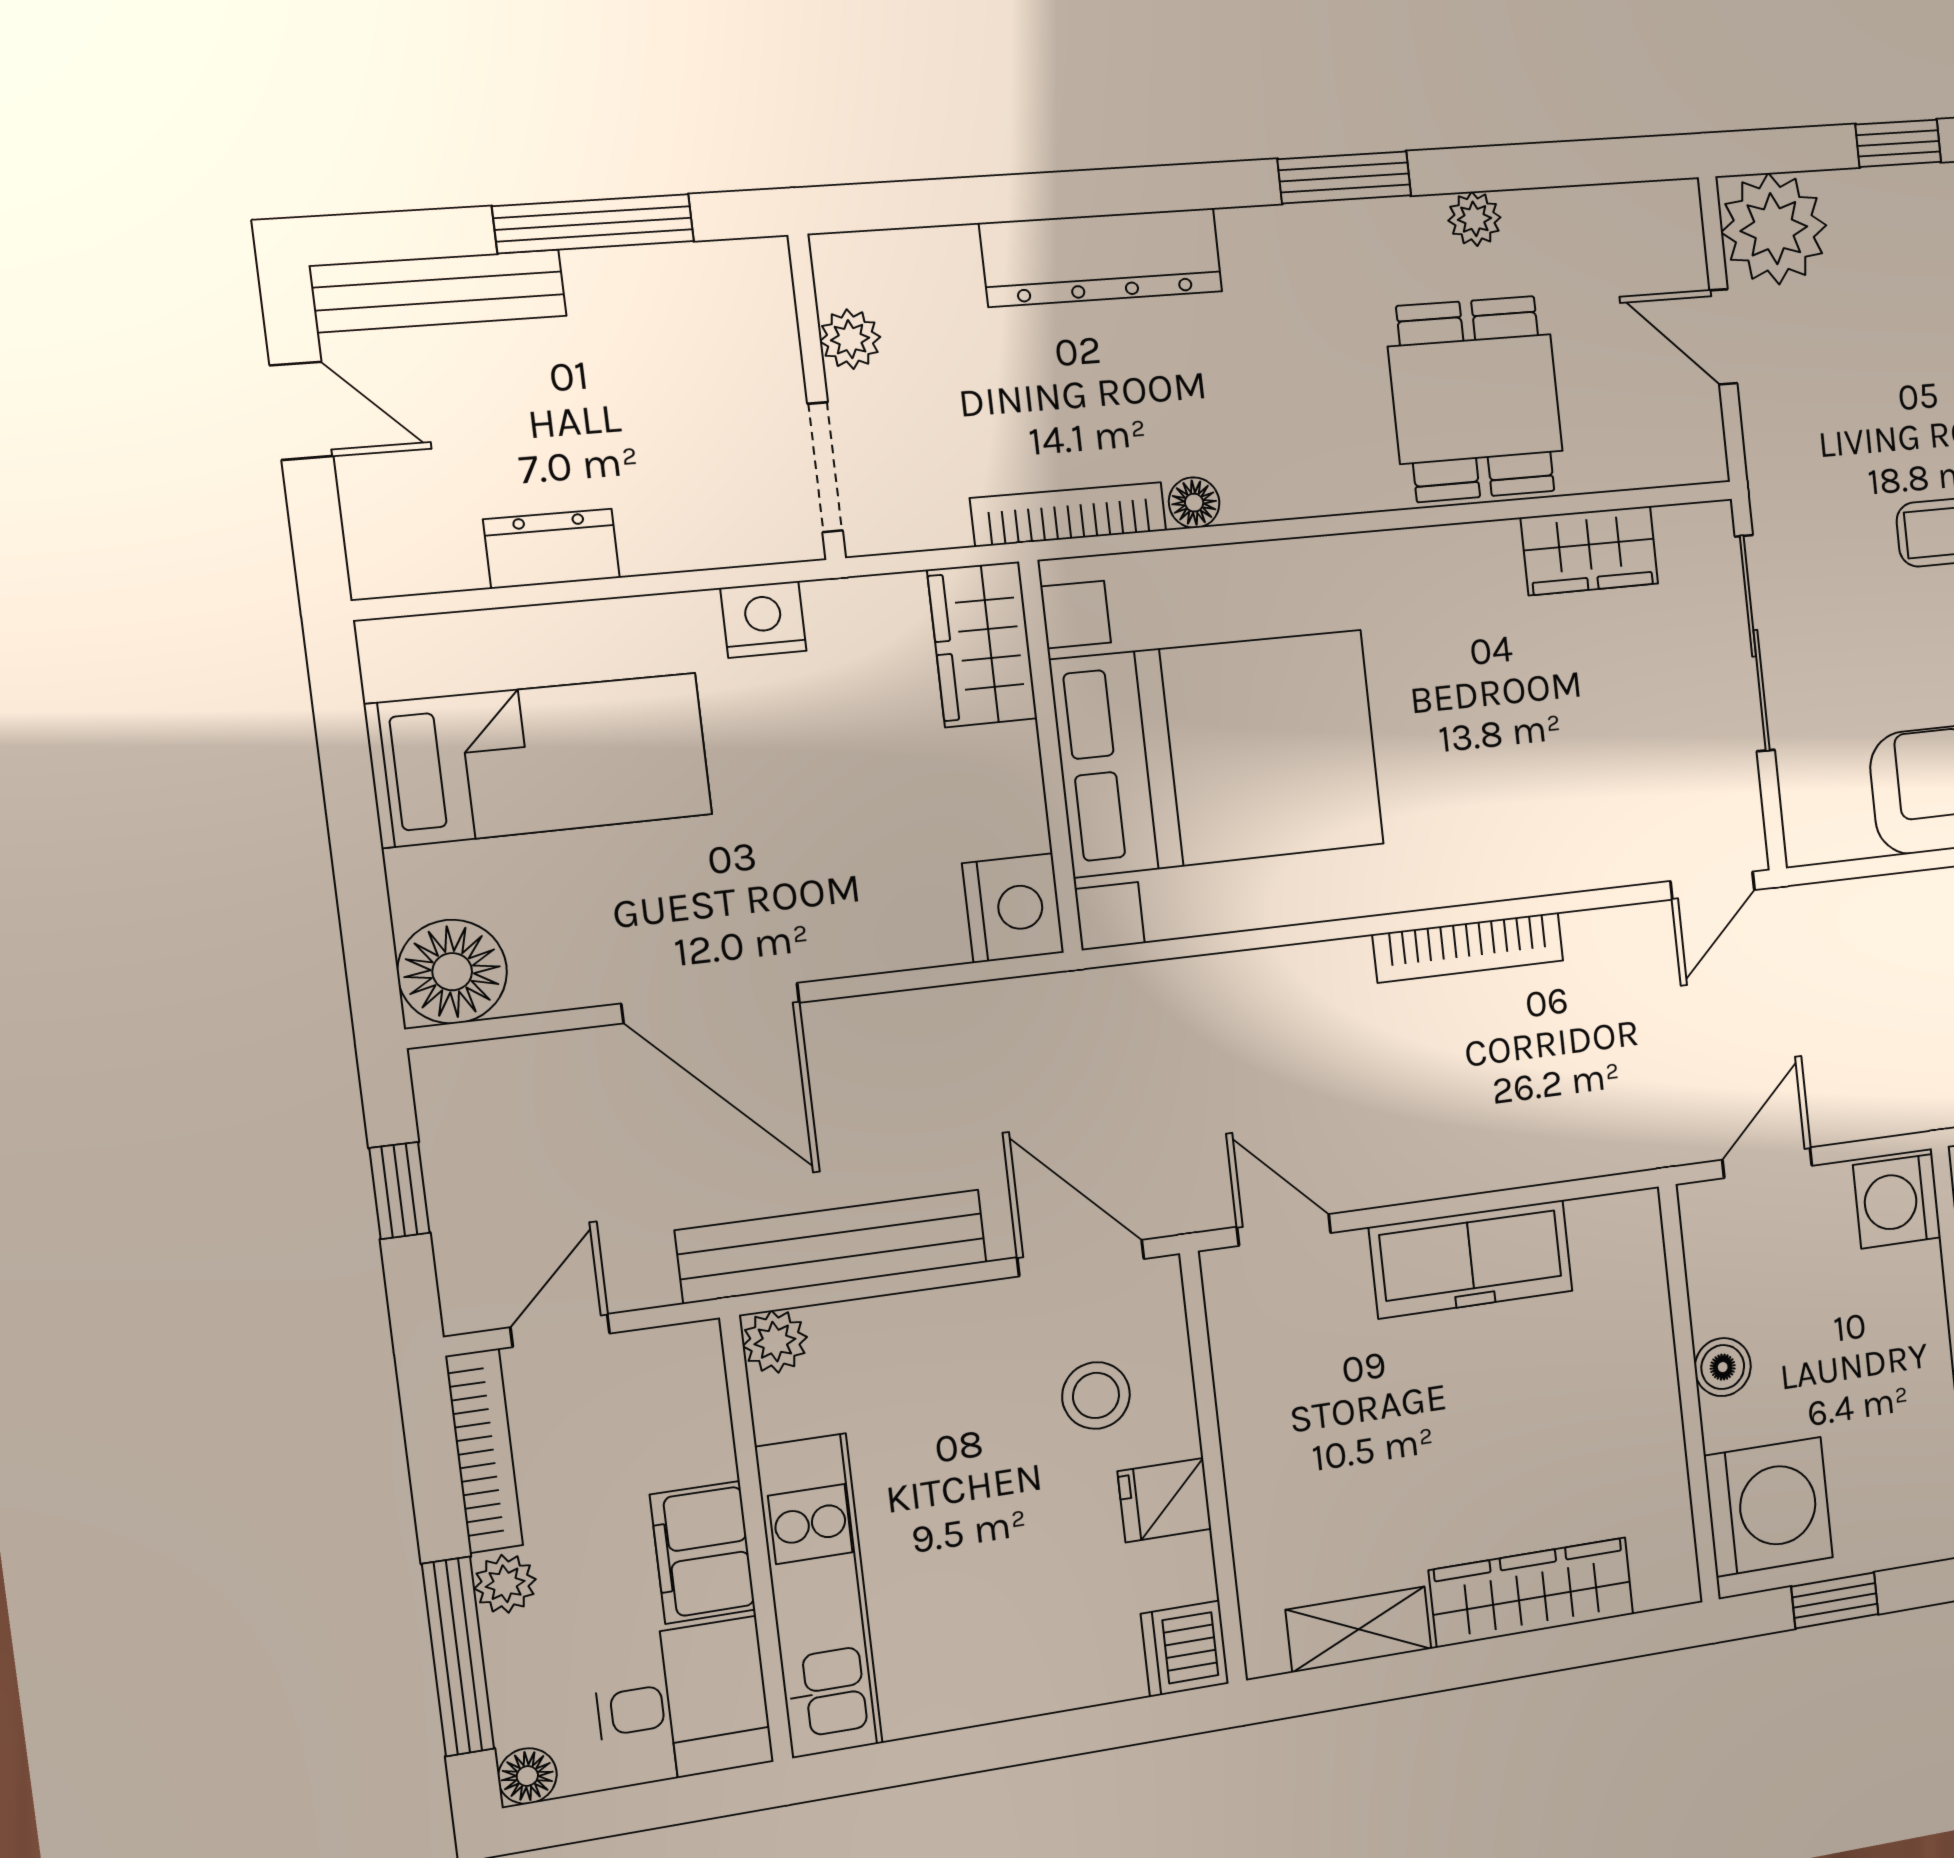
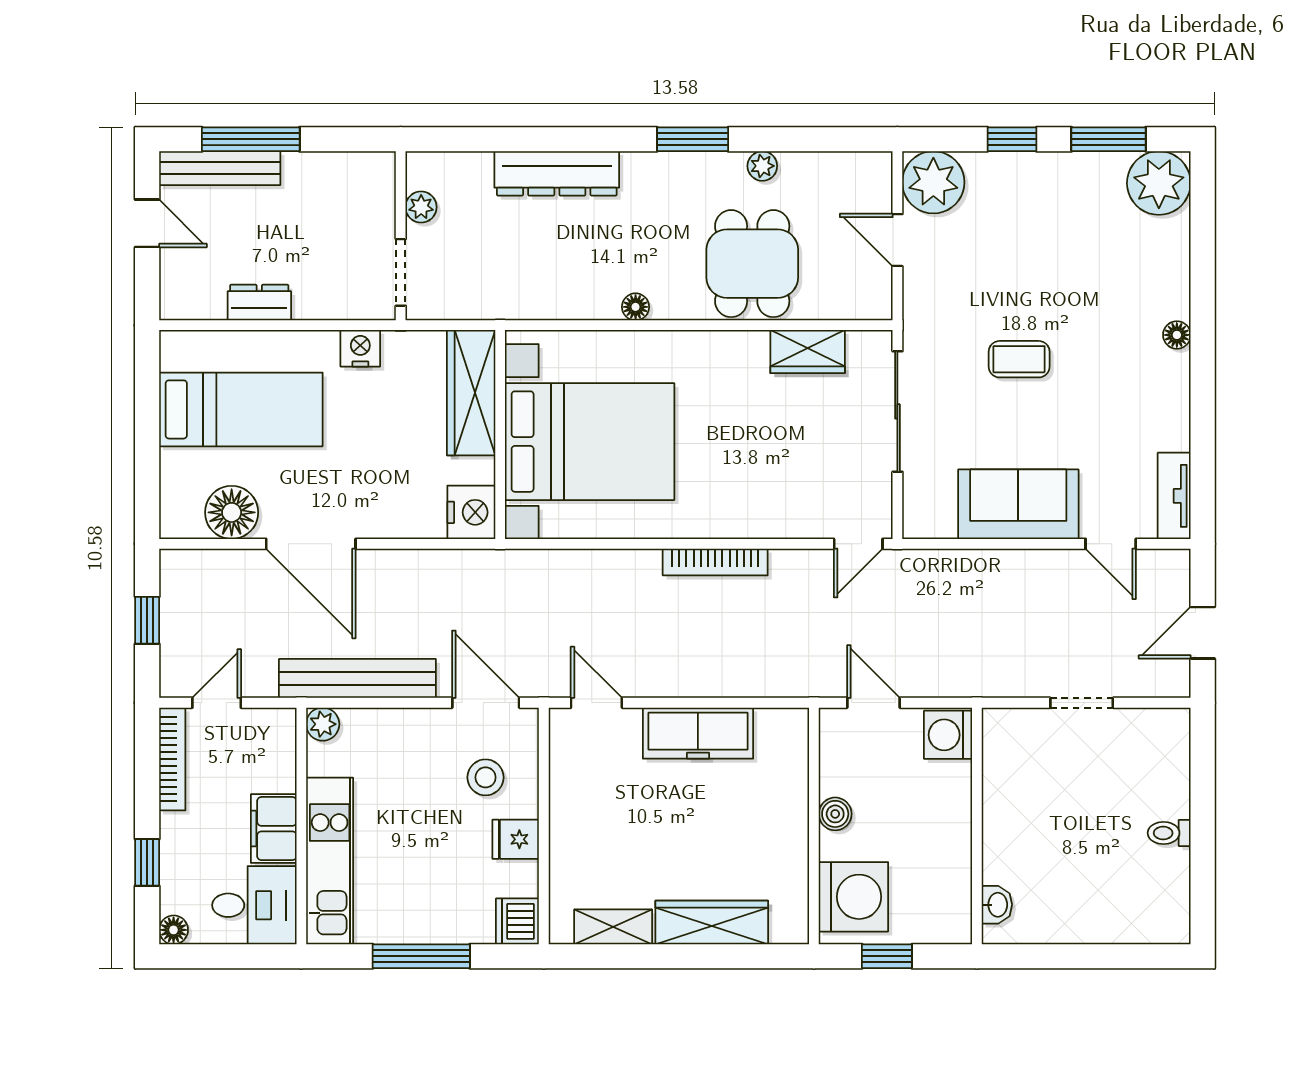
window: (593, 224) -> (251, 139), moved
floor lamp: (1194, 503) -> (636, 307), moved
bookcase: (1069, 514) -> (524, 307), removed
wardrobe: (982, 644) -> (471, 393), width x1.50
floor lamp: (452, 972) -> (232, 512), moved
door: (1767, 1163) -> (873, 703), hinge flipped
plant: (505, 1584) -> (174, 829), removed
window: (458, 1656) -> (147, 862), width x0.46
window: (1014, 1743) -> (421, 956), added

